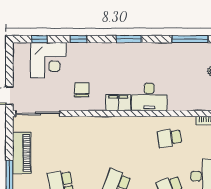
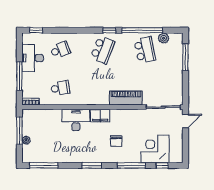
window: (78, 39) -> (131, 165), width x2.17
chair: (82, 90) -> (116, 141), moved
piano: (22, 153) -> (126, 98), moved, turned 90

